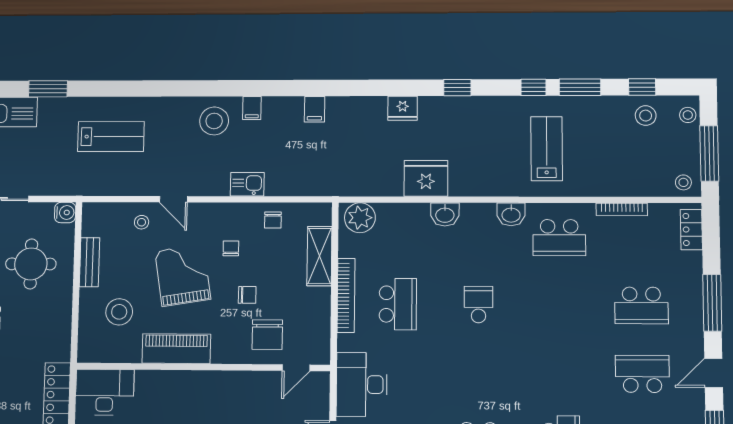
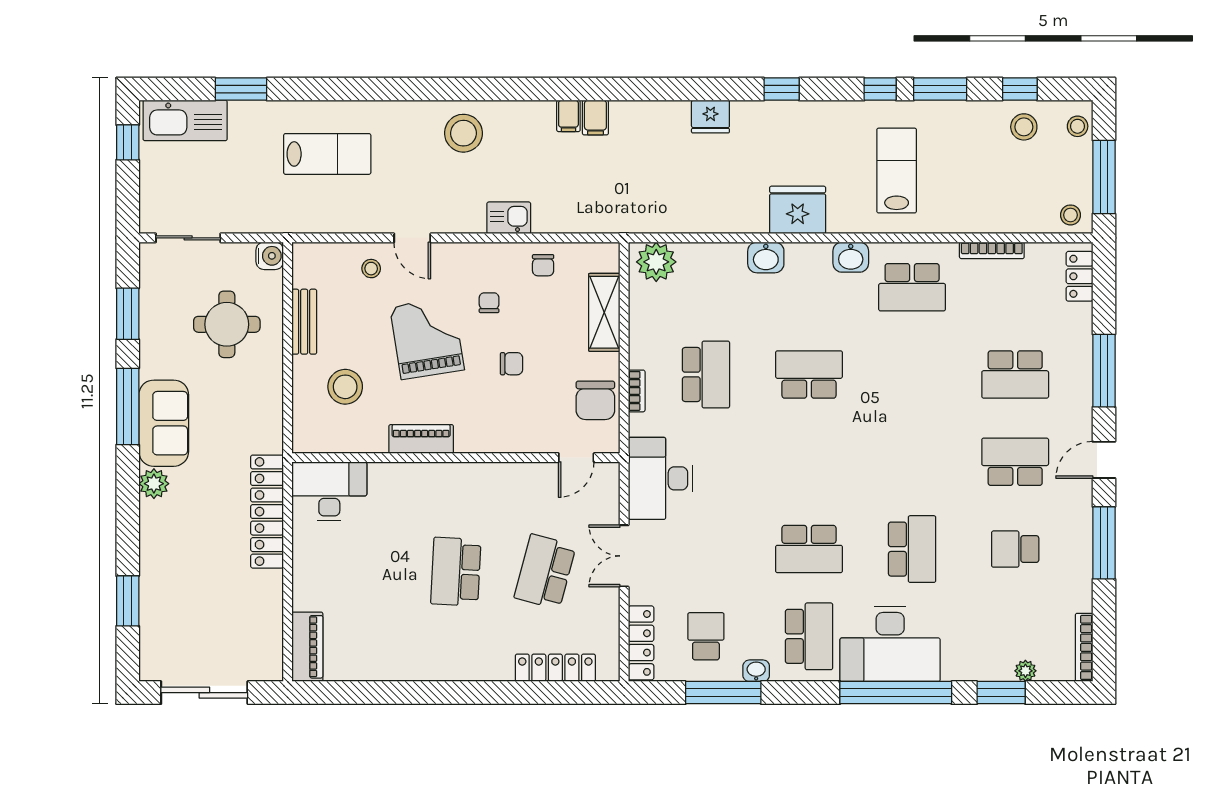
filing cabinet: (252, 108) -> (568, 116), moved
fridge: (426, 178) -> (798, 210), moved
bookcase: (346, 295) -> (637, 391), width x0.43, depth x0.76
school desk: (478, 305) -> (809, 374), width x1.85
chair: (267, 335) -> (595, 400), moved
piano: (176, 349) -> (421, 439), width x0.73, depth x0.75

